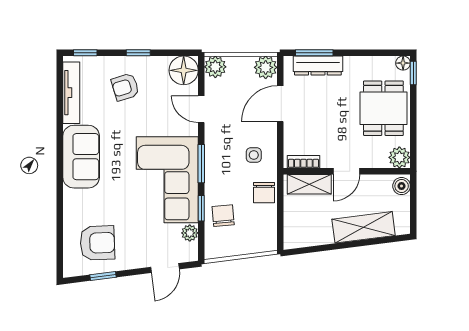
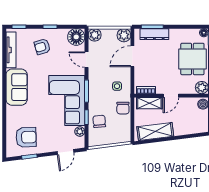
shelving: (364, 227) -> (155, 132), moved

